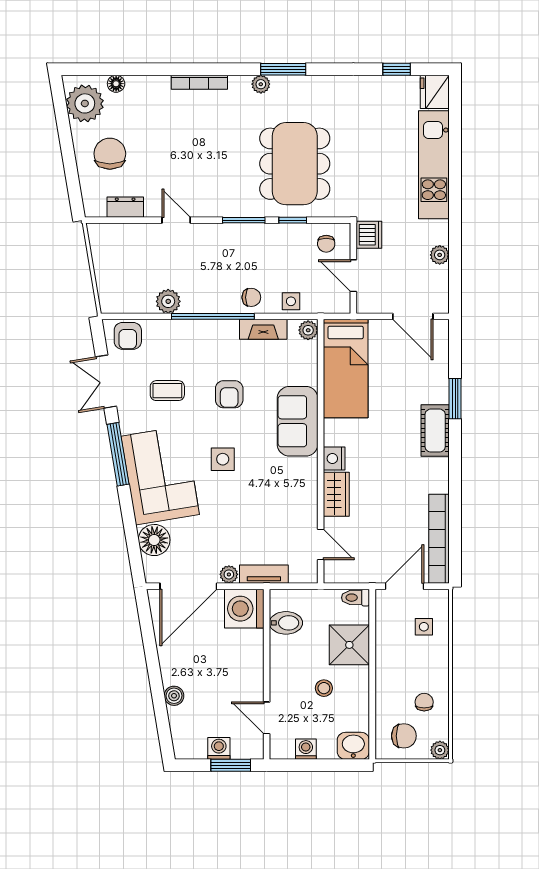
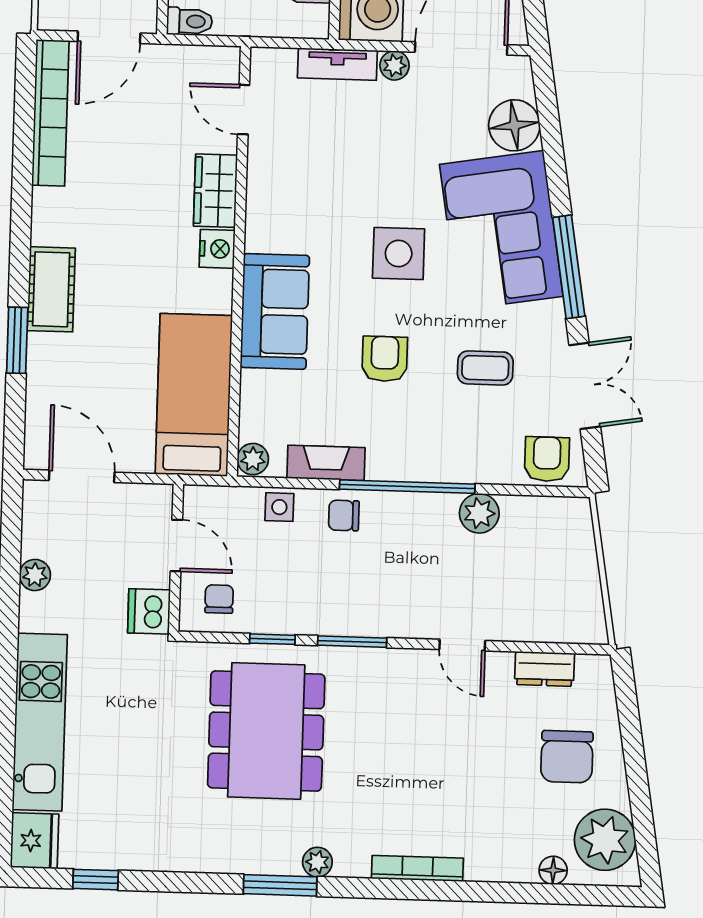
side table: (223, 459) -> (399, 254), width x1.37, depth x1.37

